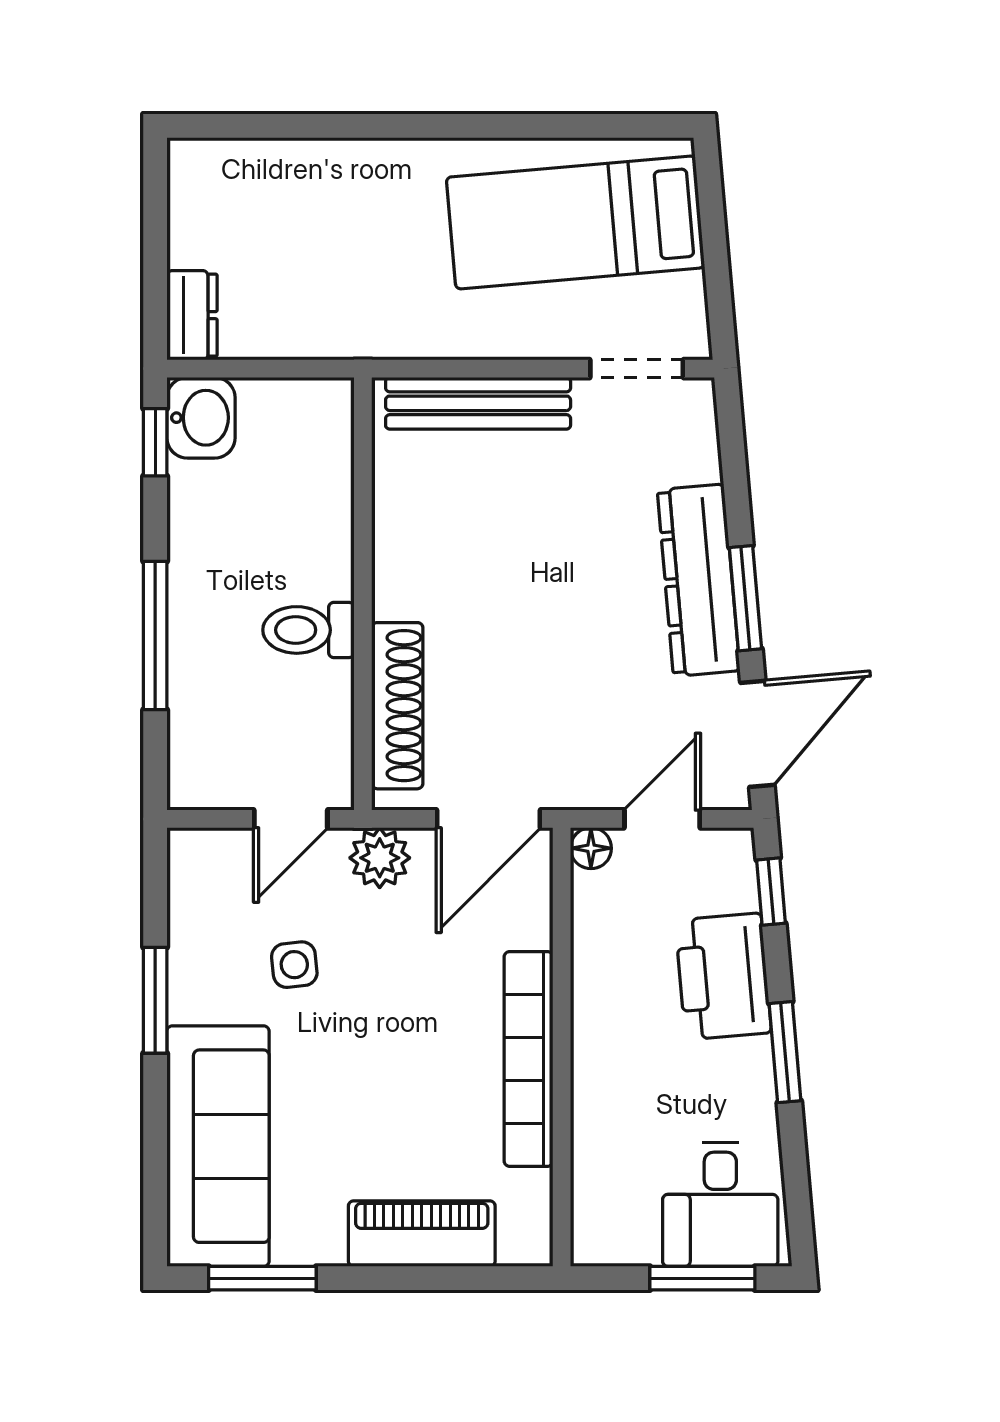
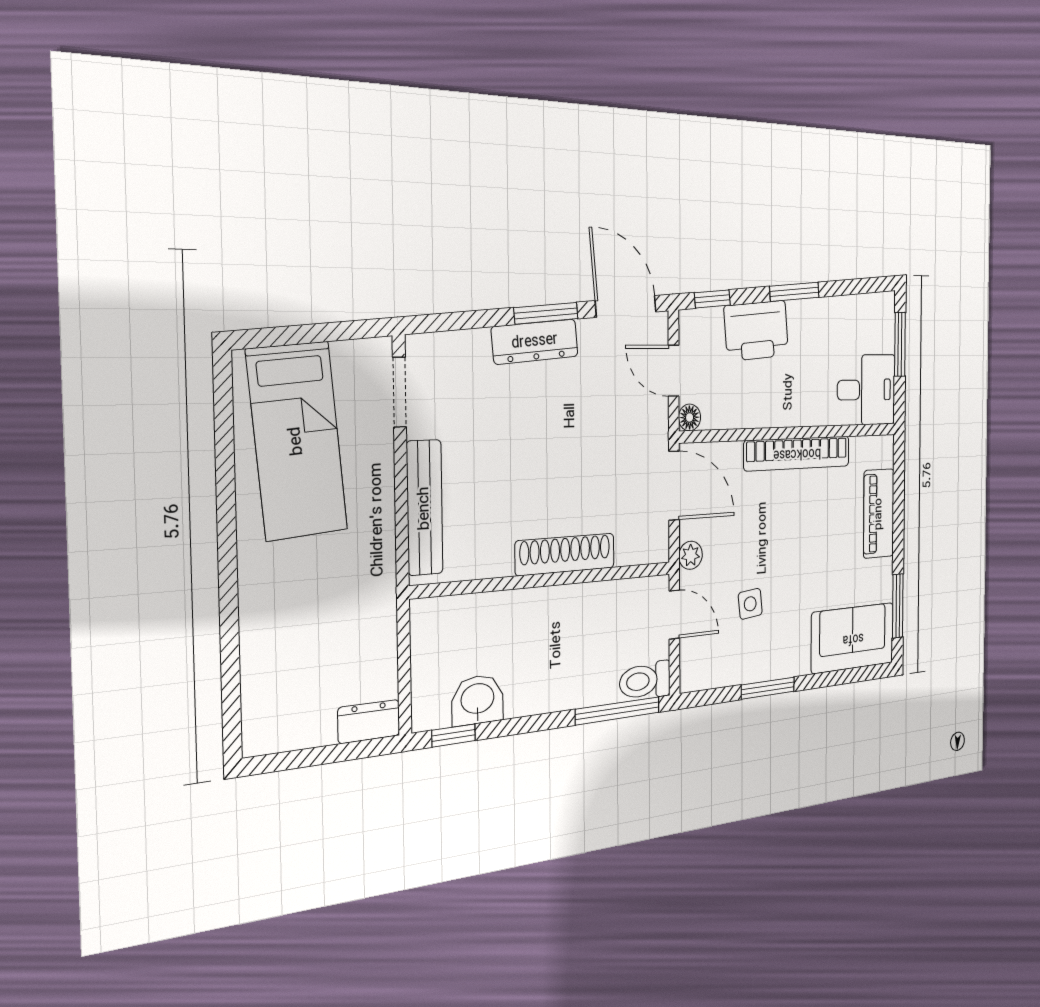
washbasin: (201, 418) -> (478, 700), moved
dresser: (699, 580) -> (535, 342), width x0.73, depth x0.80
toilet: (308, 630) -> (645, 681), moved, turned 90
window: (155, 636) -> (618, 711), moved
shoe rack: (397, 706) -> (565, 554), moved
plant: (380, 858) -> (691, 555), width x0.73, depth x0.73
sofa: (218, 1146) -> (853, 638), width x0.73
desk: (720, 1204) -> (866, 390), moved

